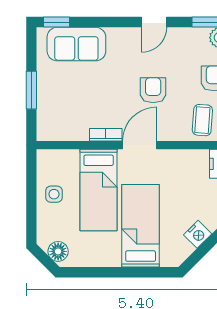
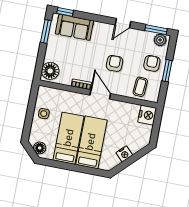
window: (31, 90) -> (46, 31), moved
floor lamp: (51, 123) -> (50, 71), added
door: (140, 145) -> (100, 94), hinge flipped
bed: (99, 190) -> (69, 138), moved, turned 180

